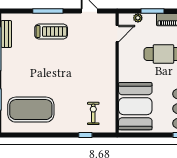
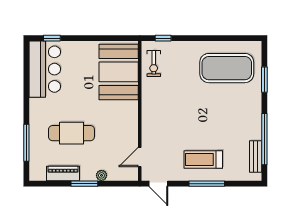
door: (117, 34) -> (140, 157), moved
wall: (117, 73) -> (140, 111), moved
booth: (135, 106) -> (119, 72), moved

